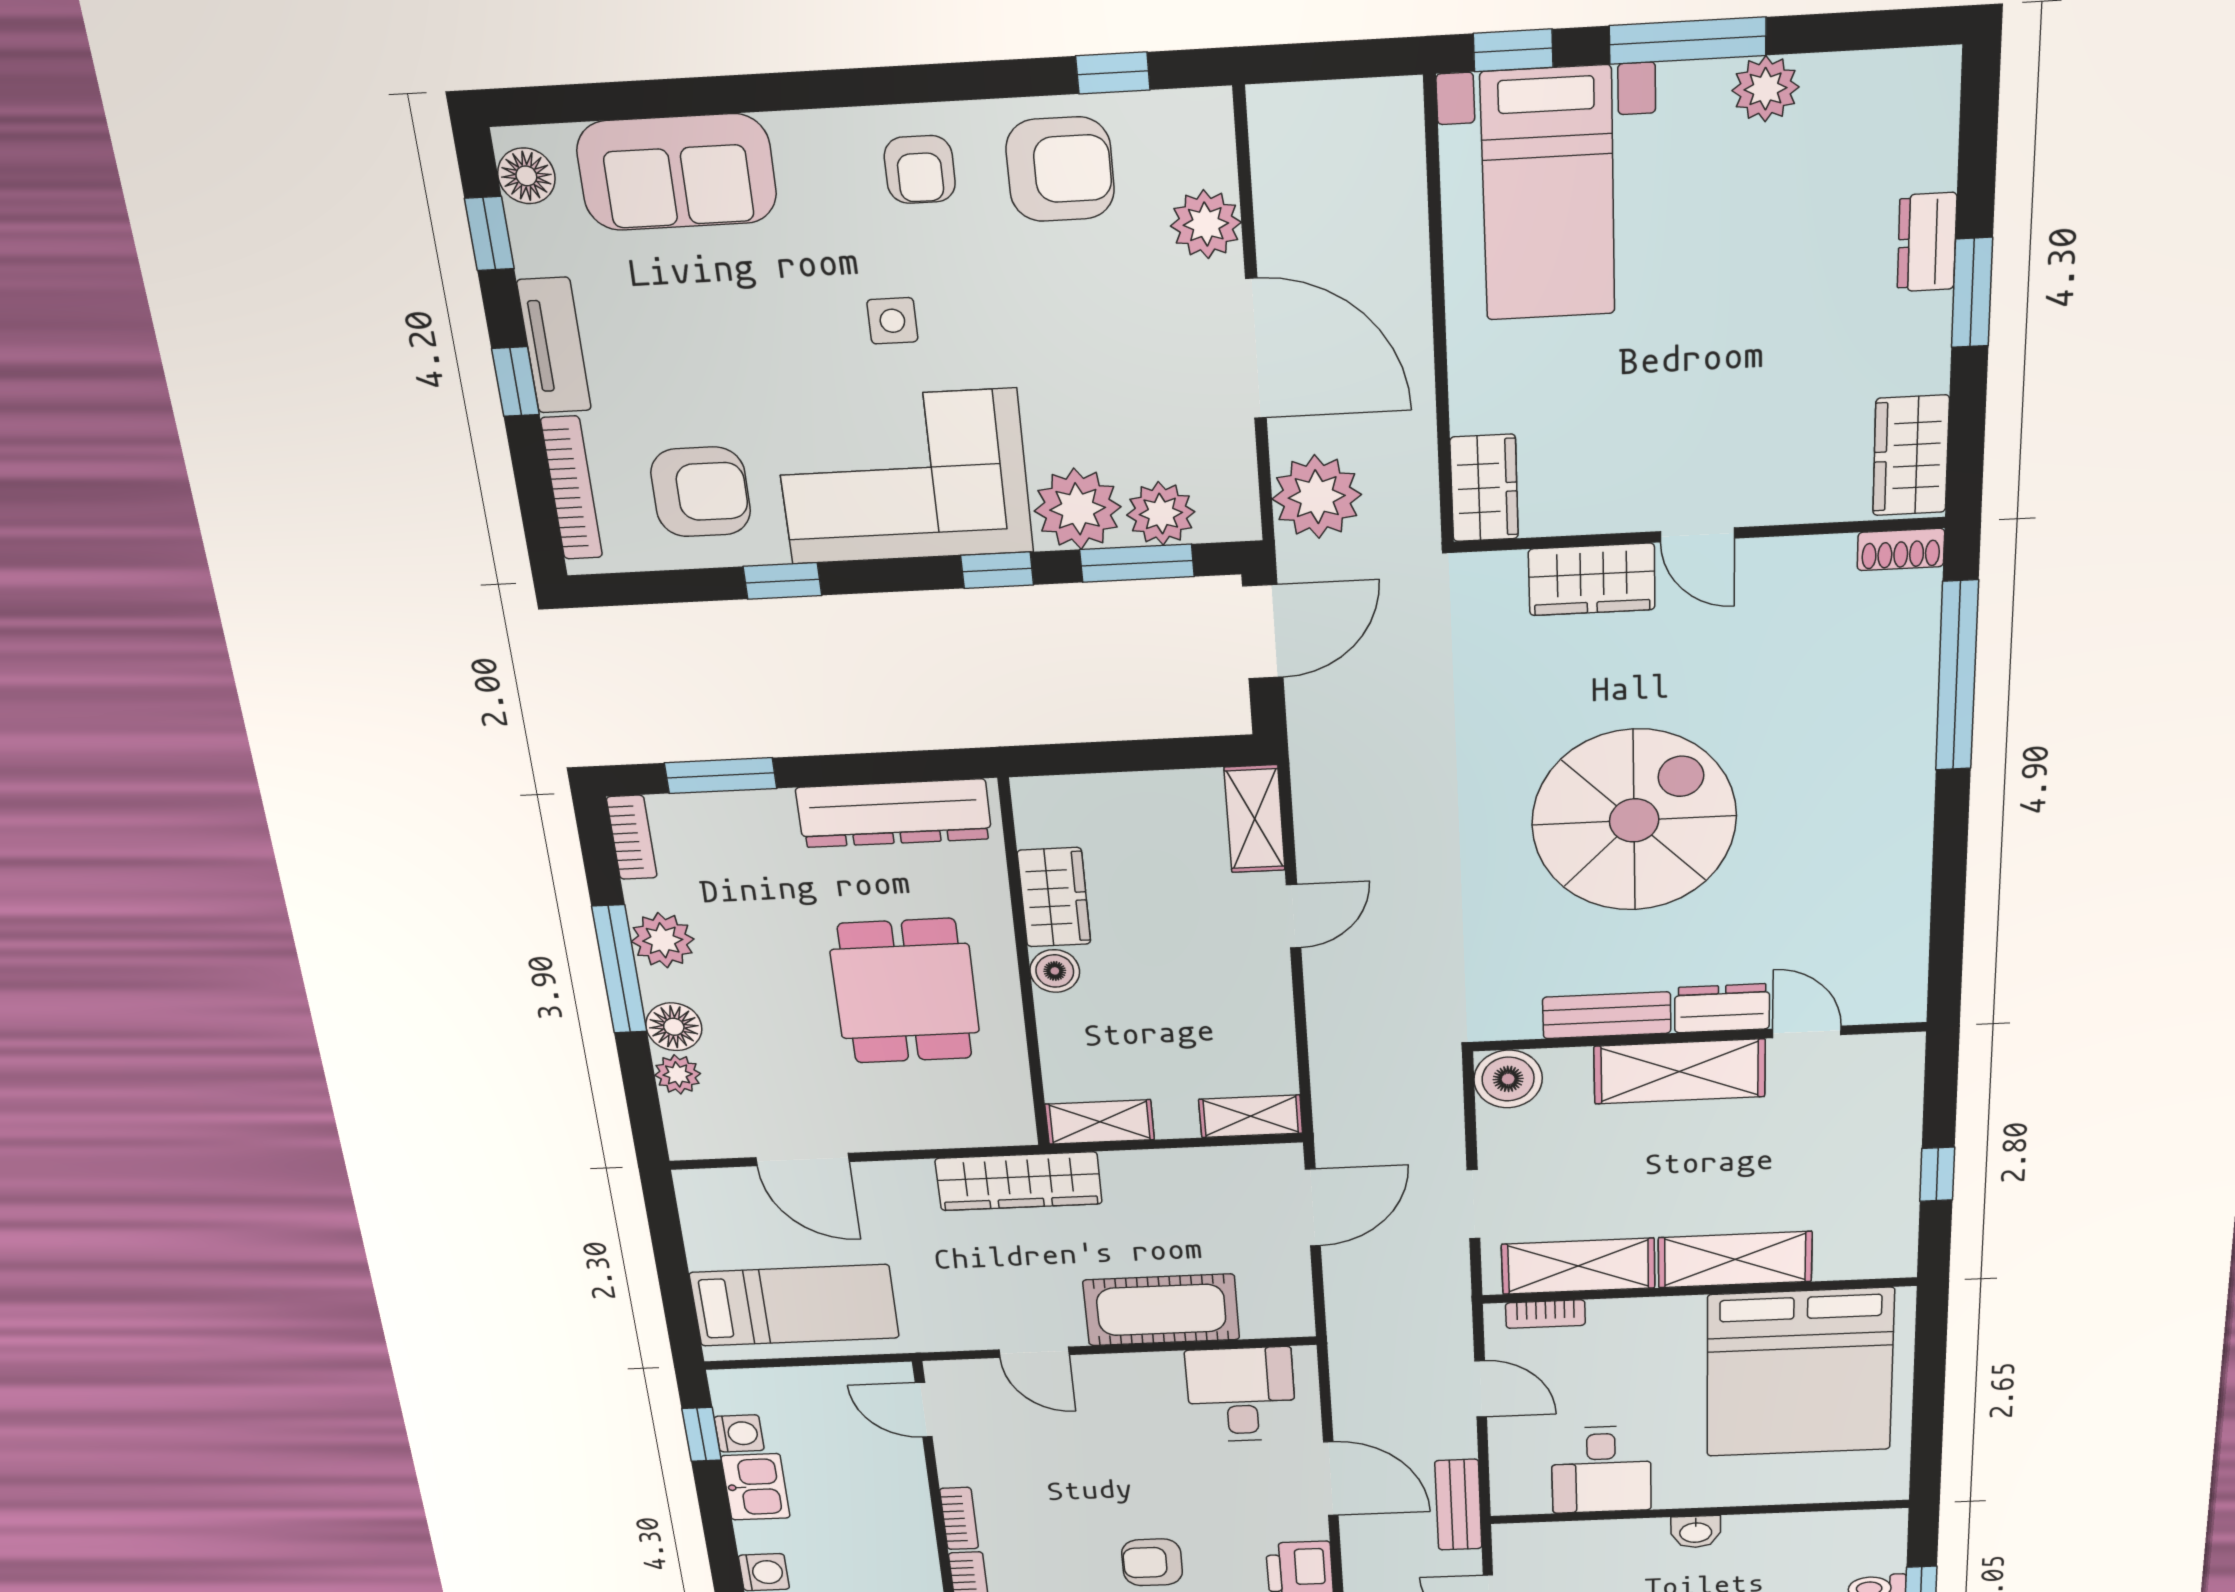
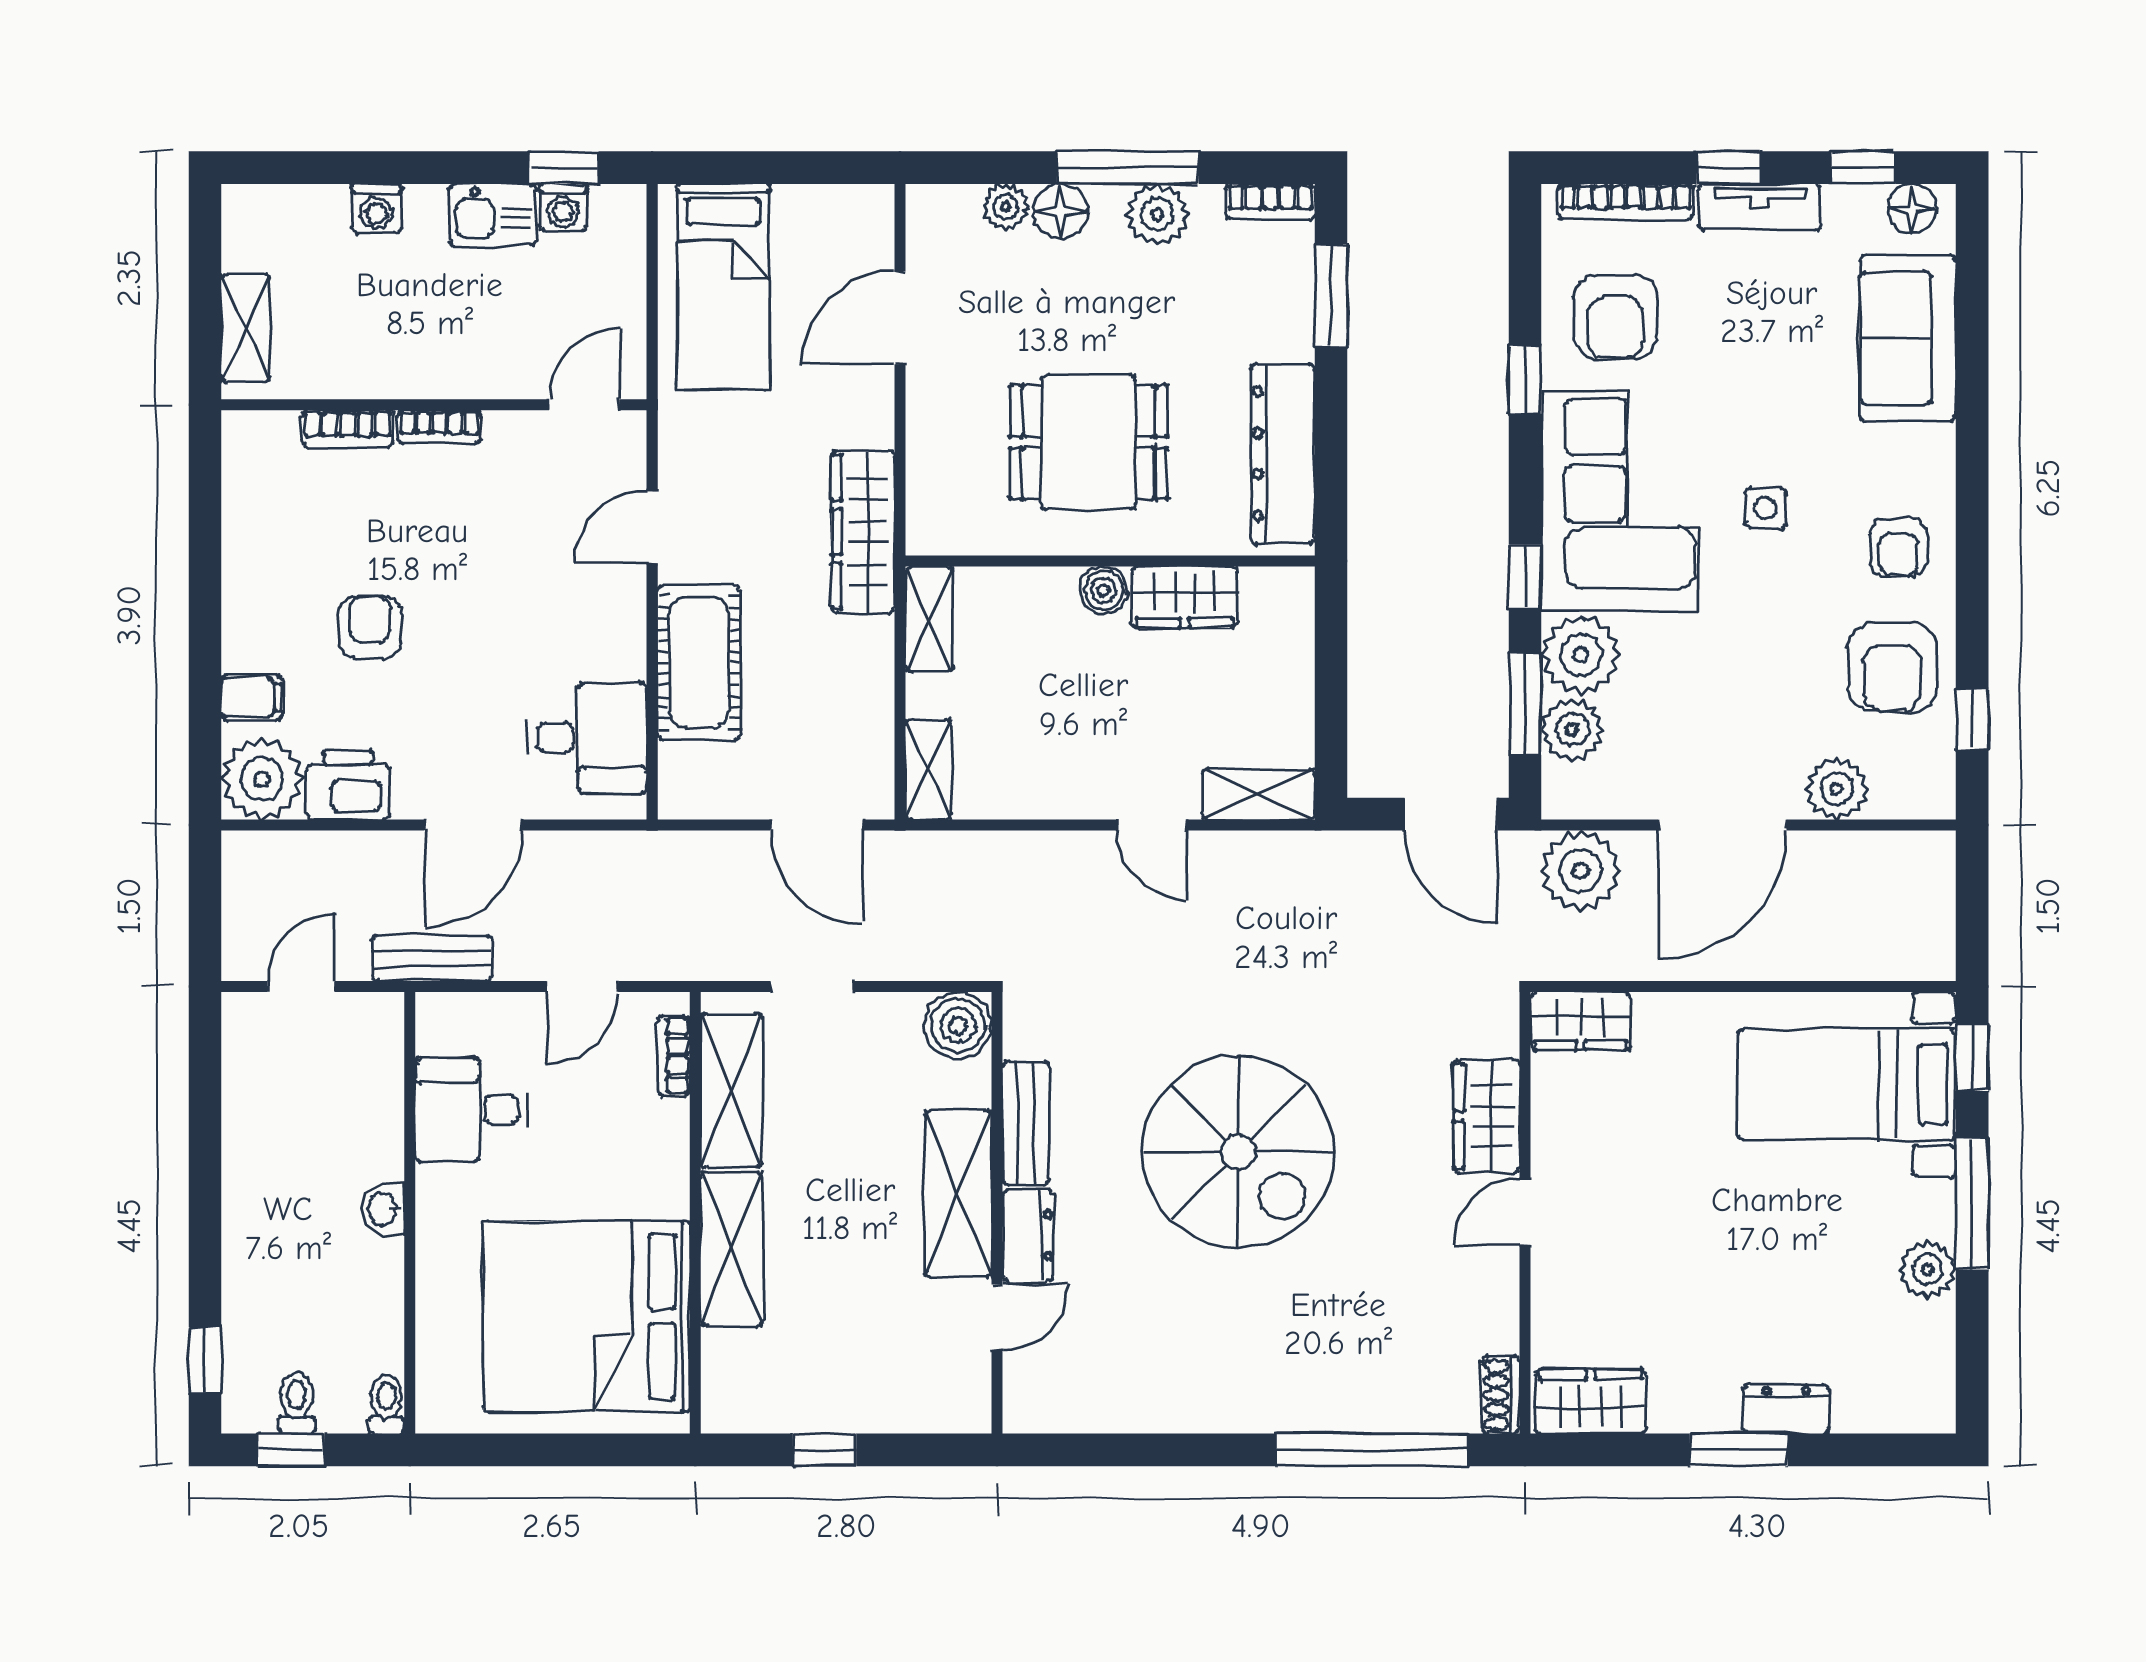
armchair: (920, 169) -> (1899, 547), turned -90
toilet: (1880, 1522) -> (386, 1404), added

